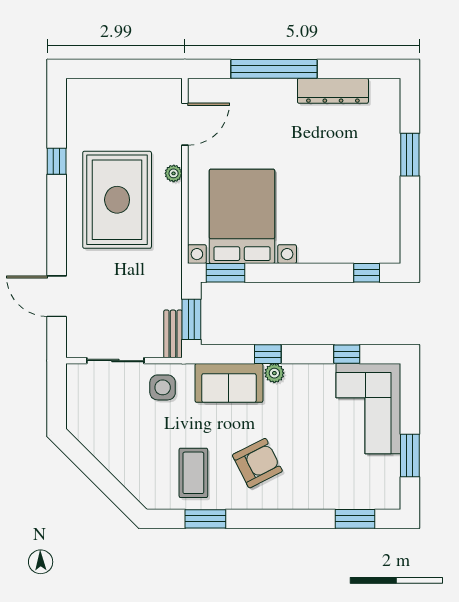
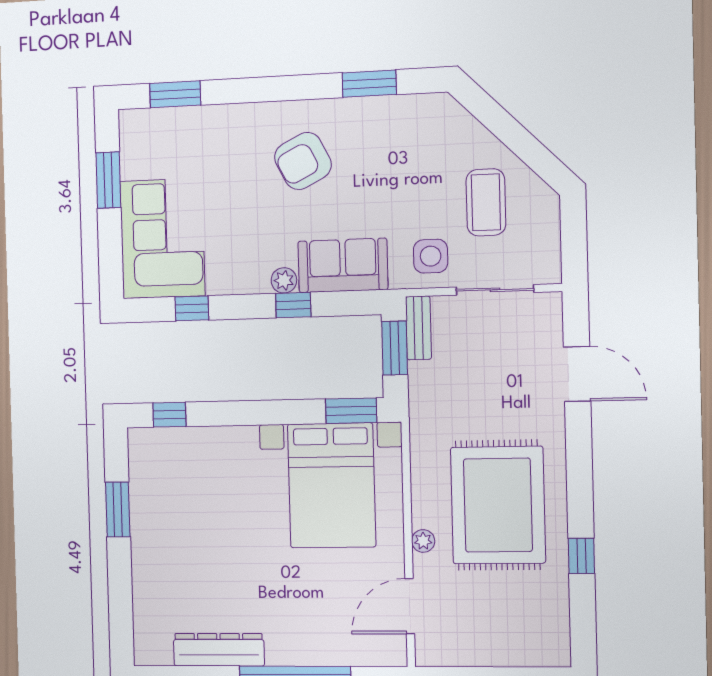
window: (410, 155) -> (118, 510), moved
coffee table: (193, 473) -> (486, 202), moved

